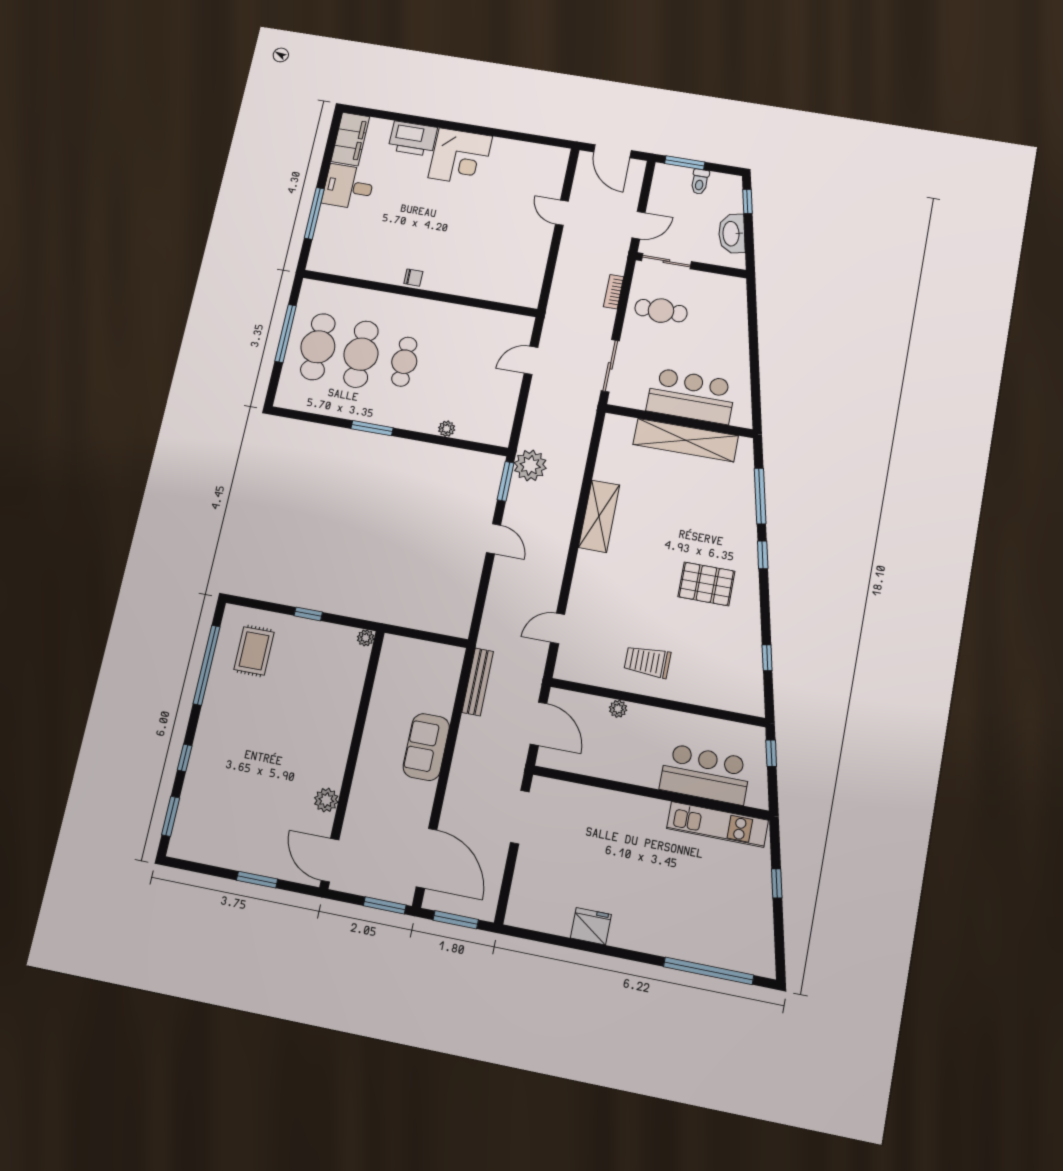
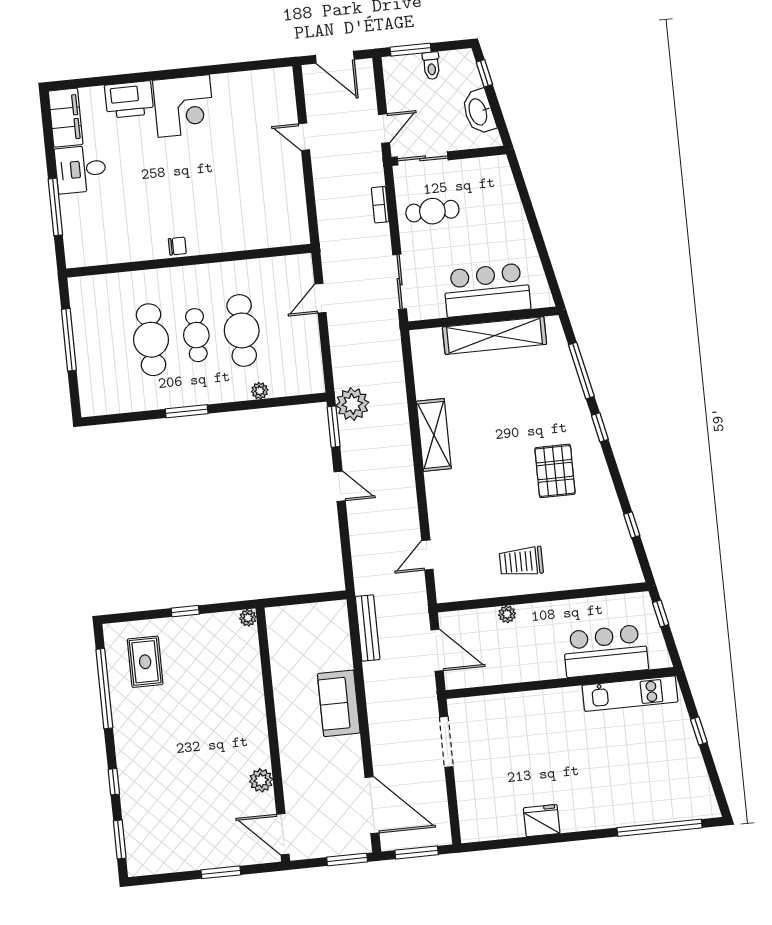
cafe table: (318, 347) -> (242, 330), moved
pallet: (706, 584) -> (555, 471), turned 90

